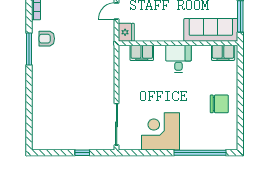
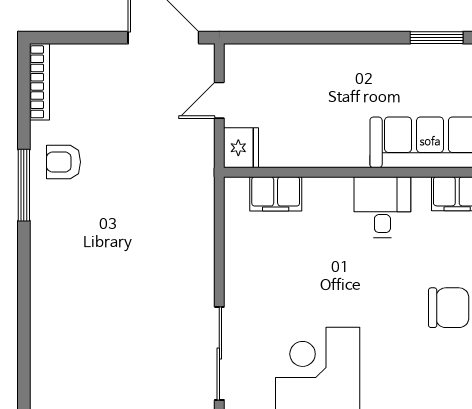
desk: (178, 59) -> (382, 207), moved

